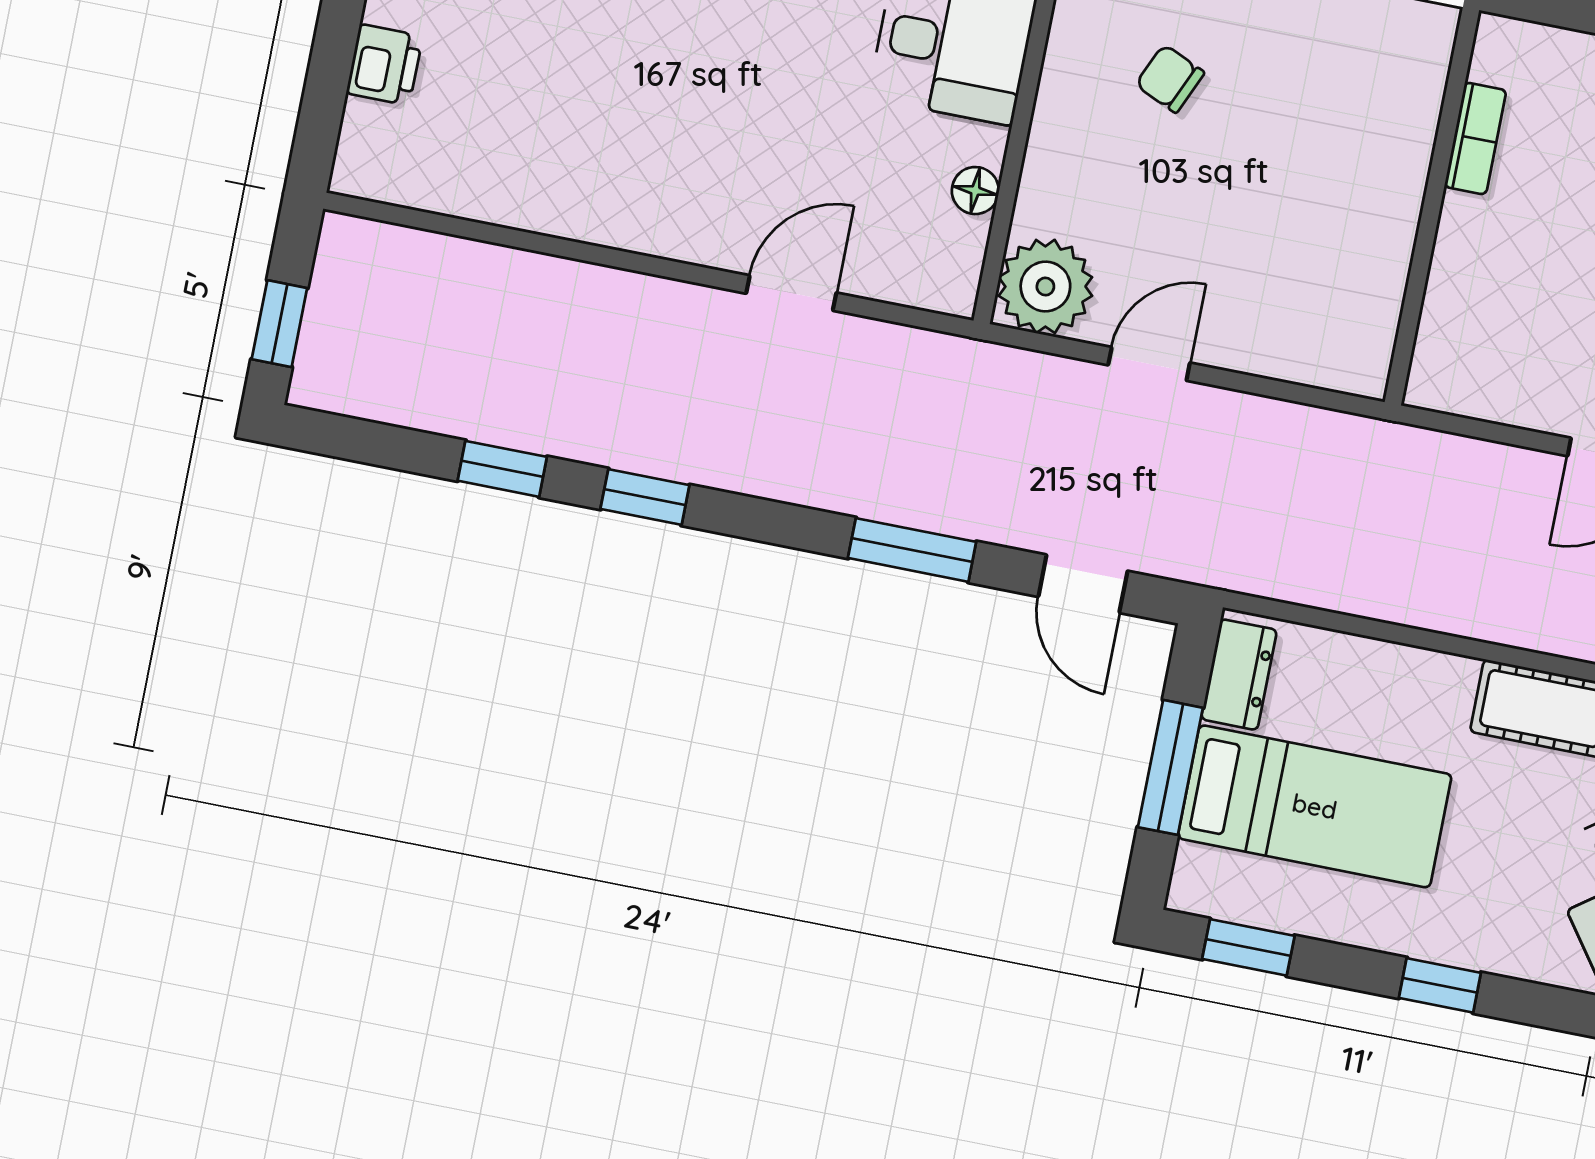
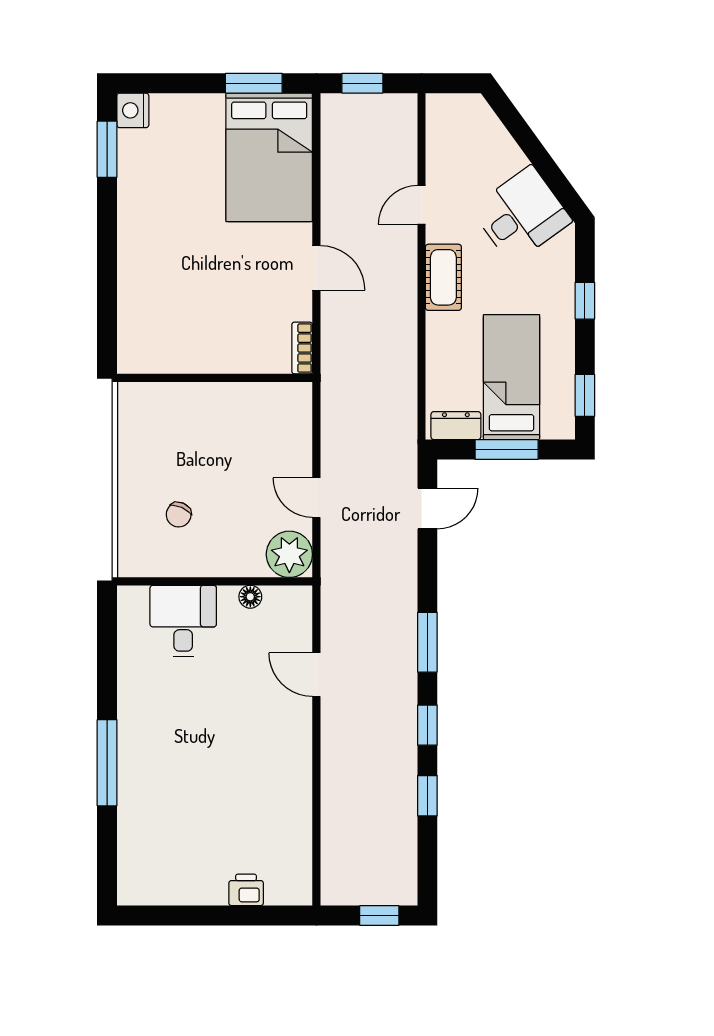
bookcase: (1475, 138) -> (302, 348), moved, turned -90
window: (912, 550) -> (427, 642), moved

